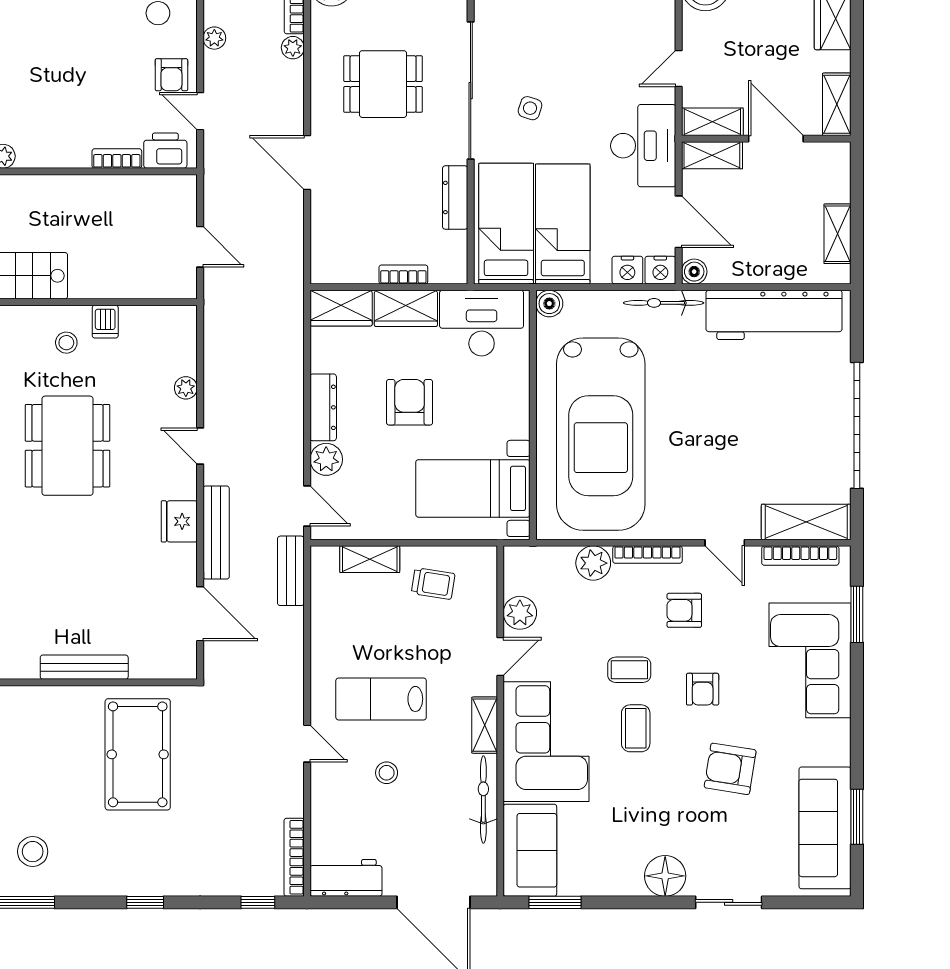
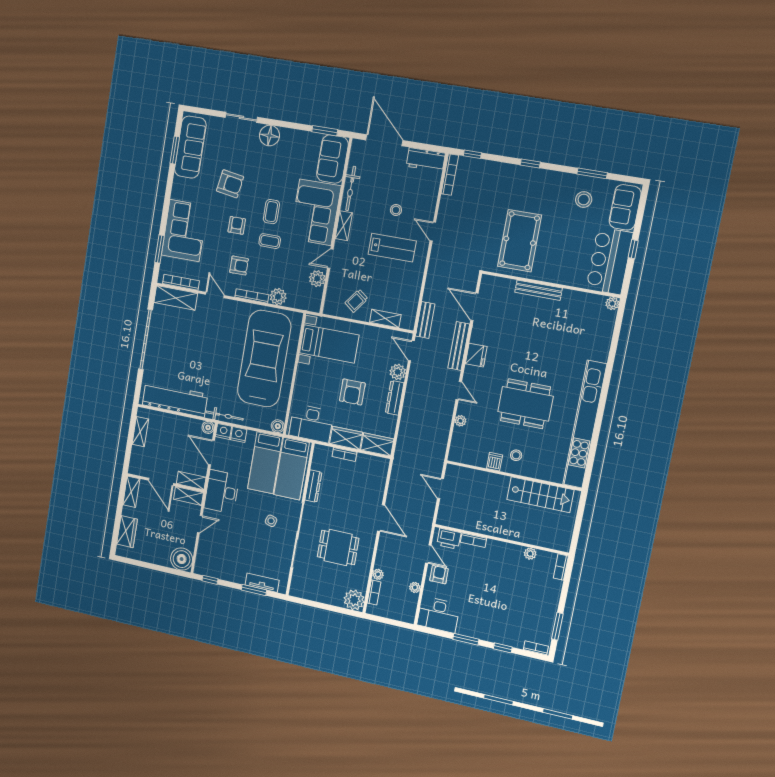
dining table: (68, 446) -> (525, 404), turned 90
trolley: (433, 584) -> (356, 301), turned -62

